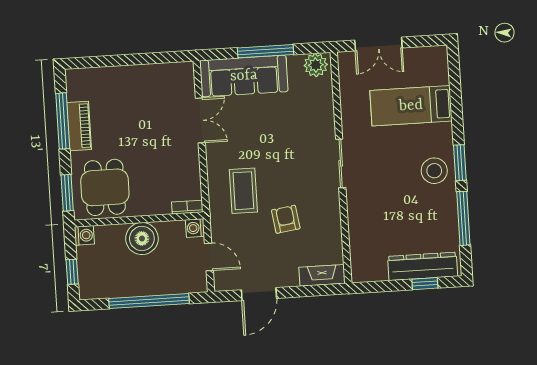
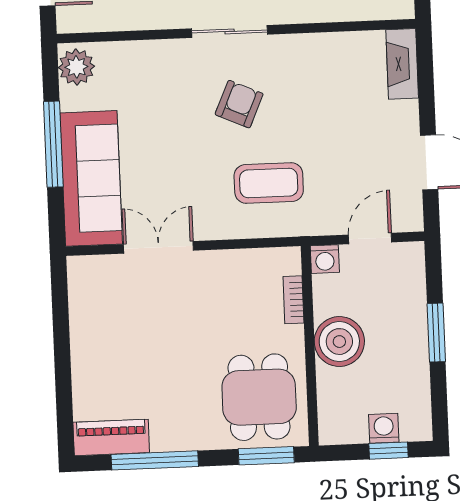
piano: (79, 126) -> (111, 437), moved
dining table: (105, 187) -> (259, 397), turned 90
bookcase: (187, 207) -> (293, 300), moved
armchair: (286, 219) -> (239, 104), moved, turned 122
washing machine: (84, 235) -> (384, 428), moved
window: (149, 301) -> (436, 333), width x0.47

